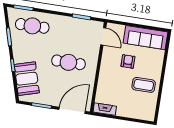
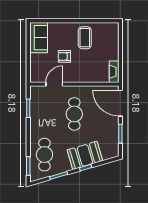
door: (103, 36) -> (54, 84), moved
sofa: (145, 38) -> (39, 38), width x0.73
booth: (27, 79) -> (85, 155), moved

